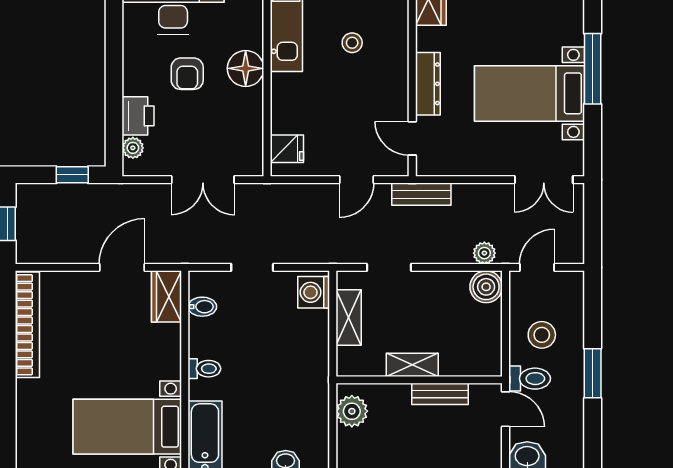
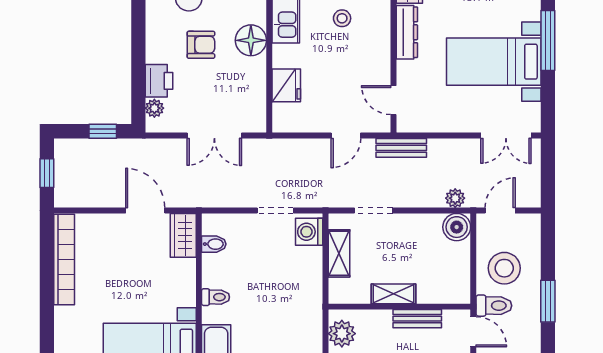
armchair: (187, 74) -> (201, 45), turned -90
dresser: (428, 84) -> (407, 32), moved
fridge: (287, 149) -> (286, 85), moved, width x1.38
door: (122, 267) -> (145, 210), hinge flipped
doorway: (252, 267) -> (275, 210), moved
stool: (542, 335) -> (504, 268), width x1.38, depth x1.38

